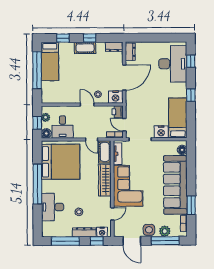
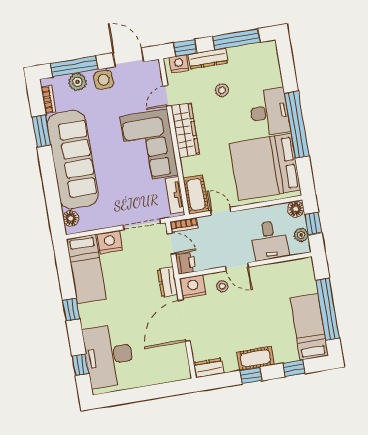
dresser: (130, 52) -> (167, 282), moved
desk: (63, 127) -> (269, 240), moved, turned 180
wardrobe: (105, 180) -> (185, 130), moved
desk: (53, 207) -> (270, 112), moved

